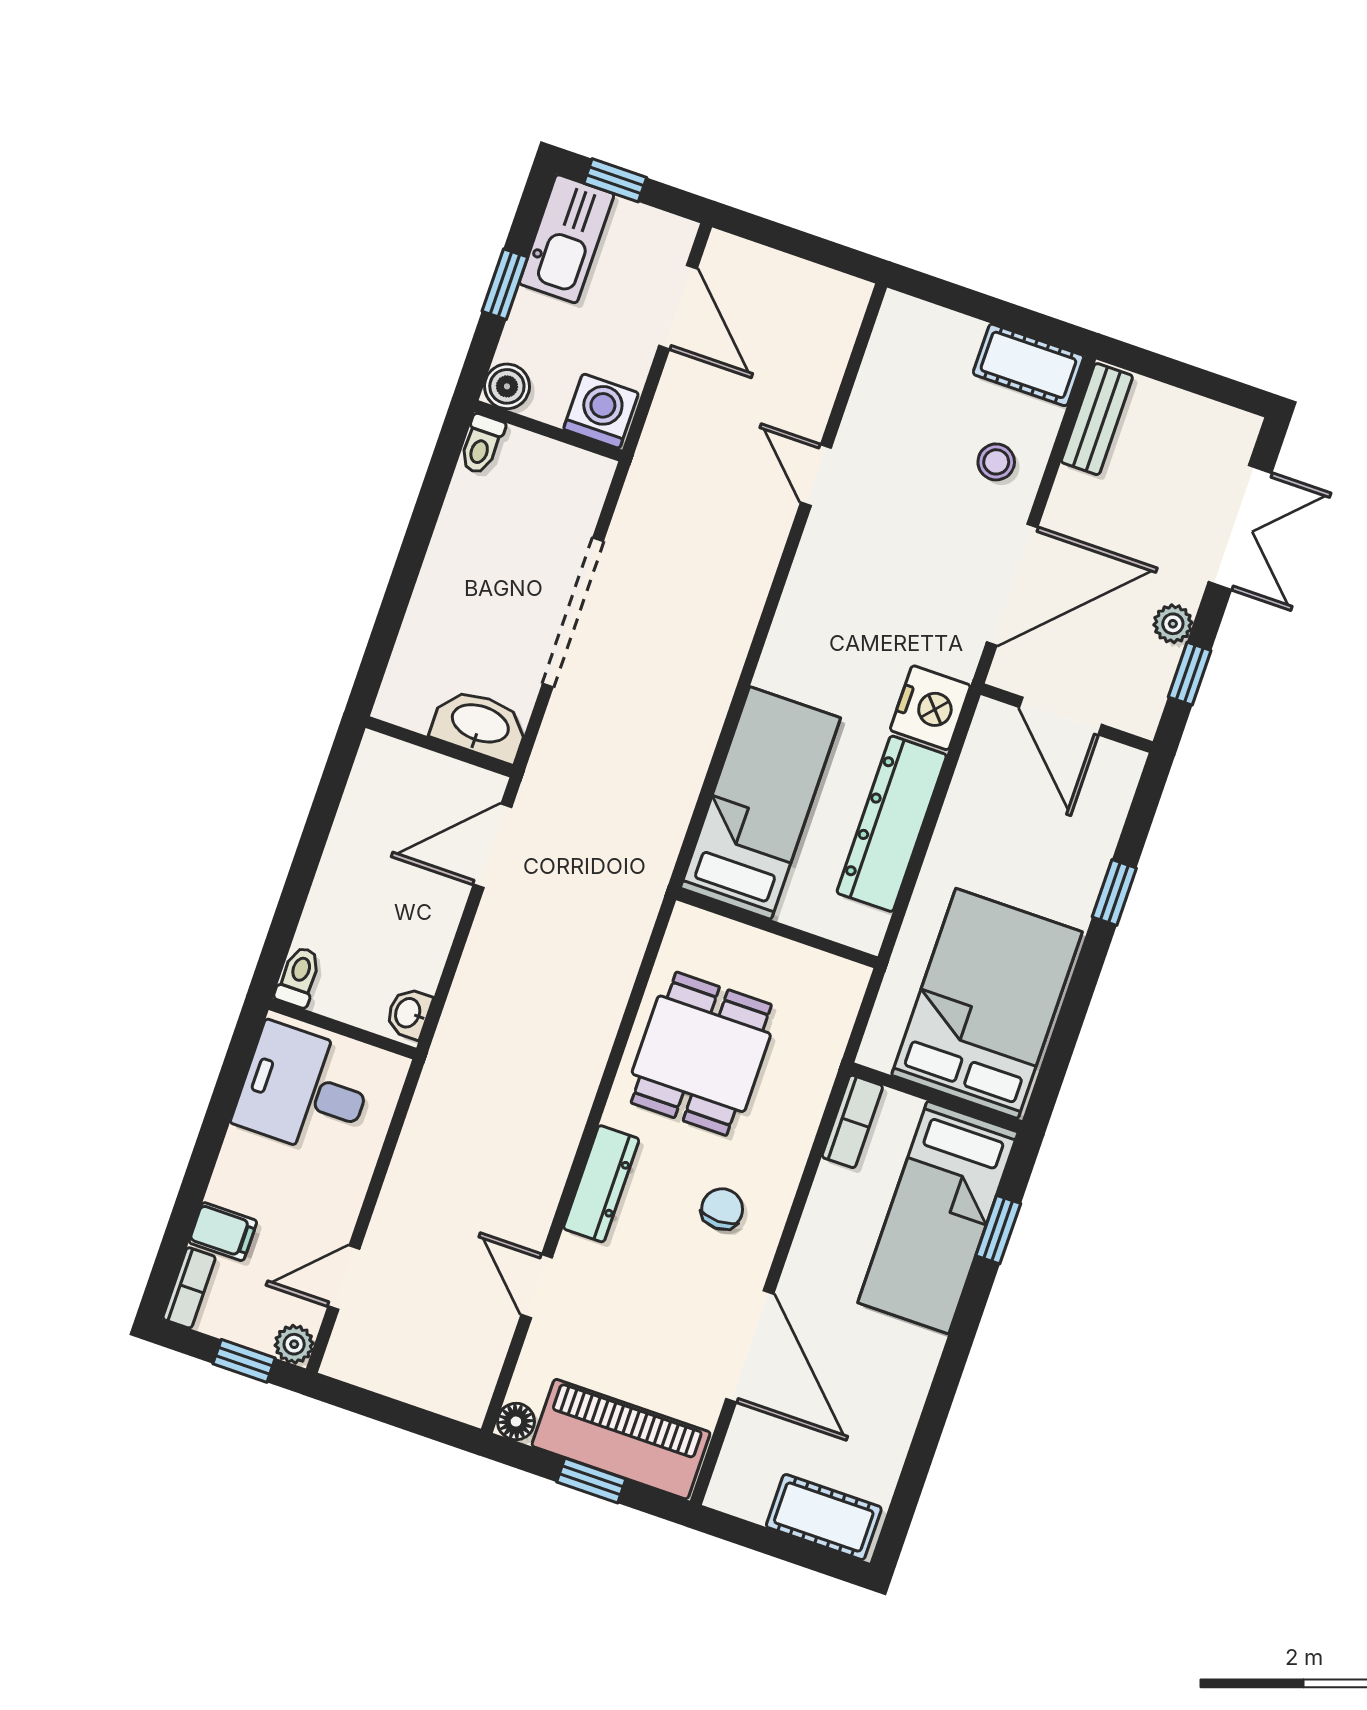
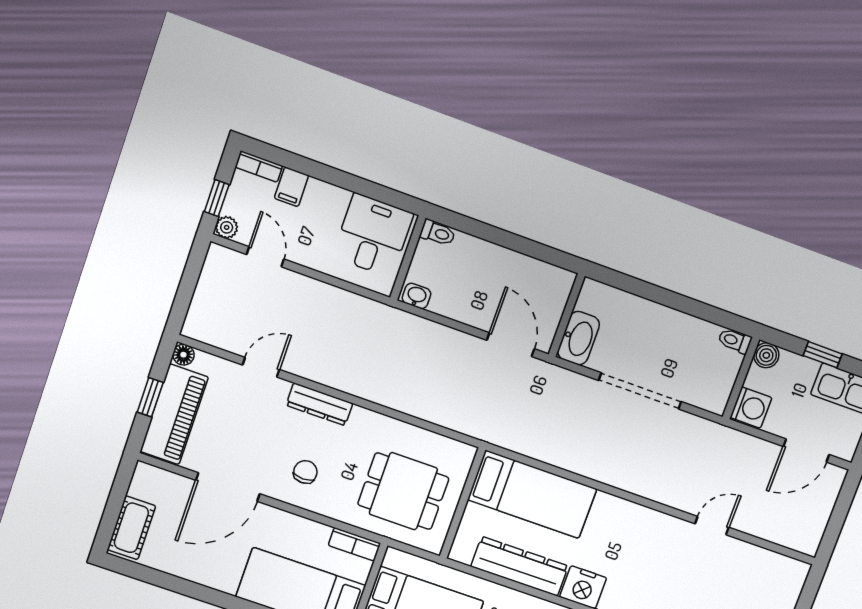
dining table: (701, 1054) -> (403, 491), moved
chair: (722, 1209) -> (305, 472), turned -90

